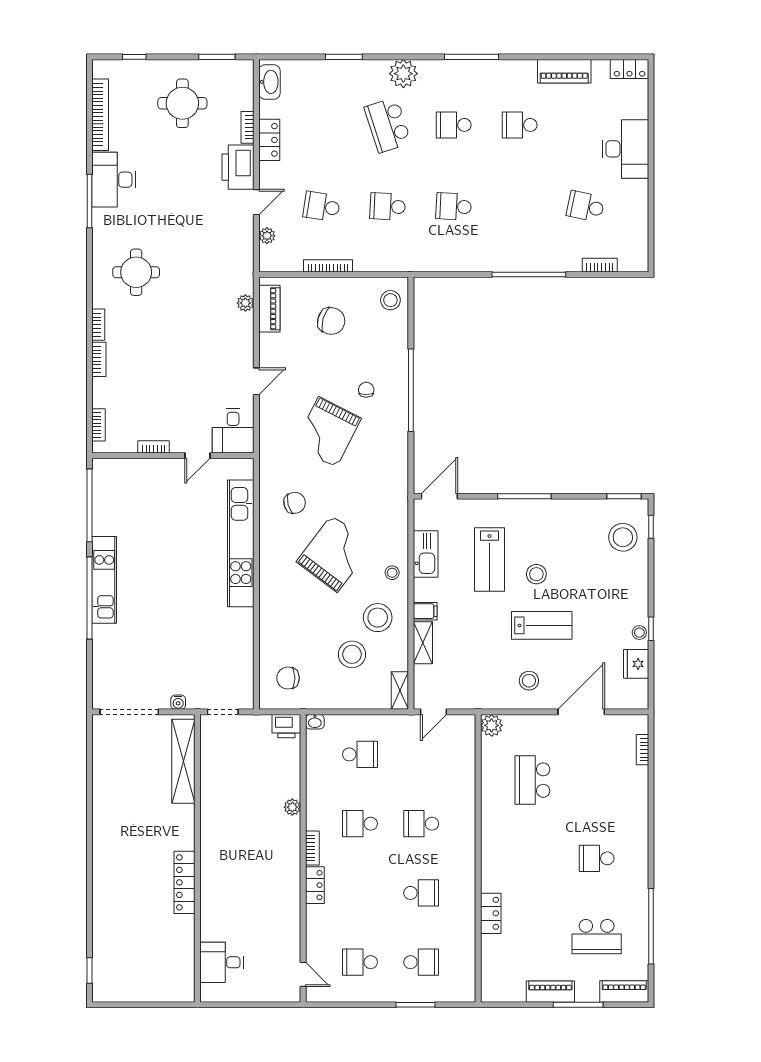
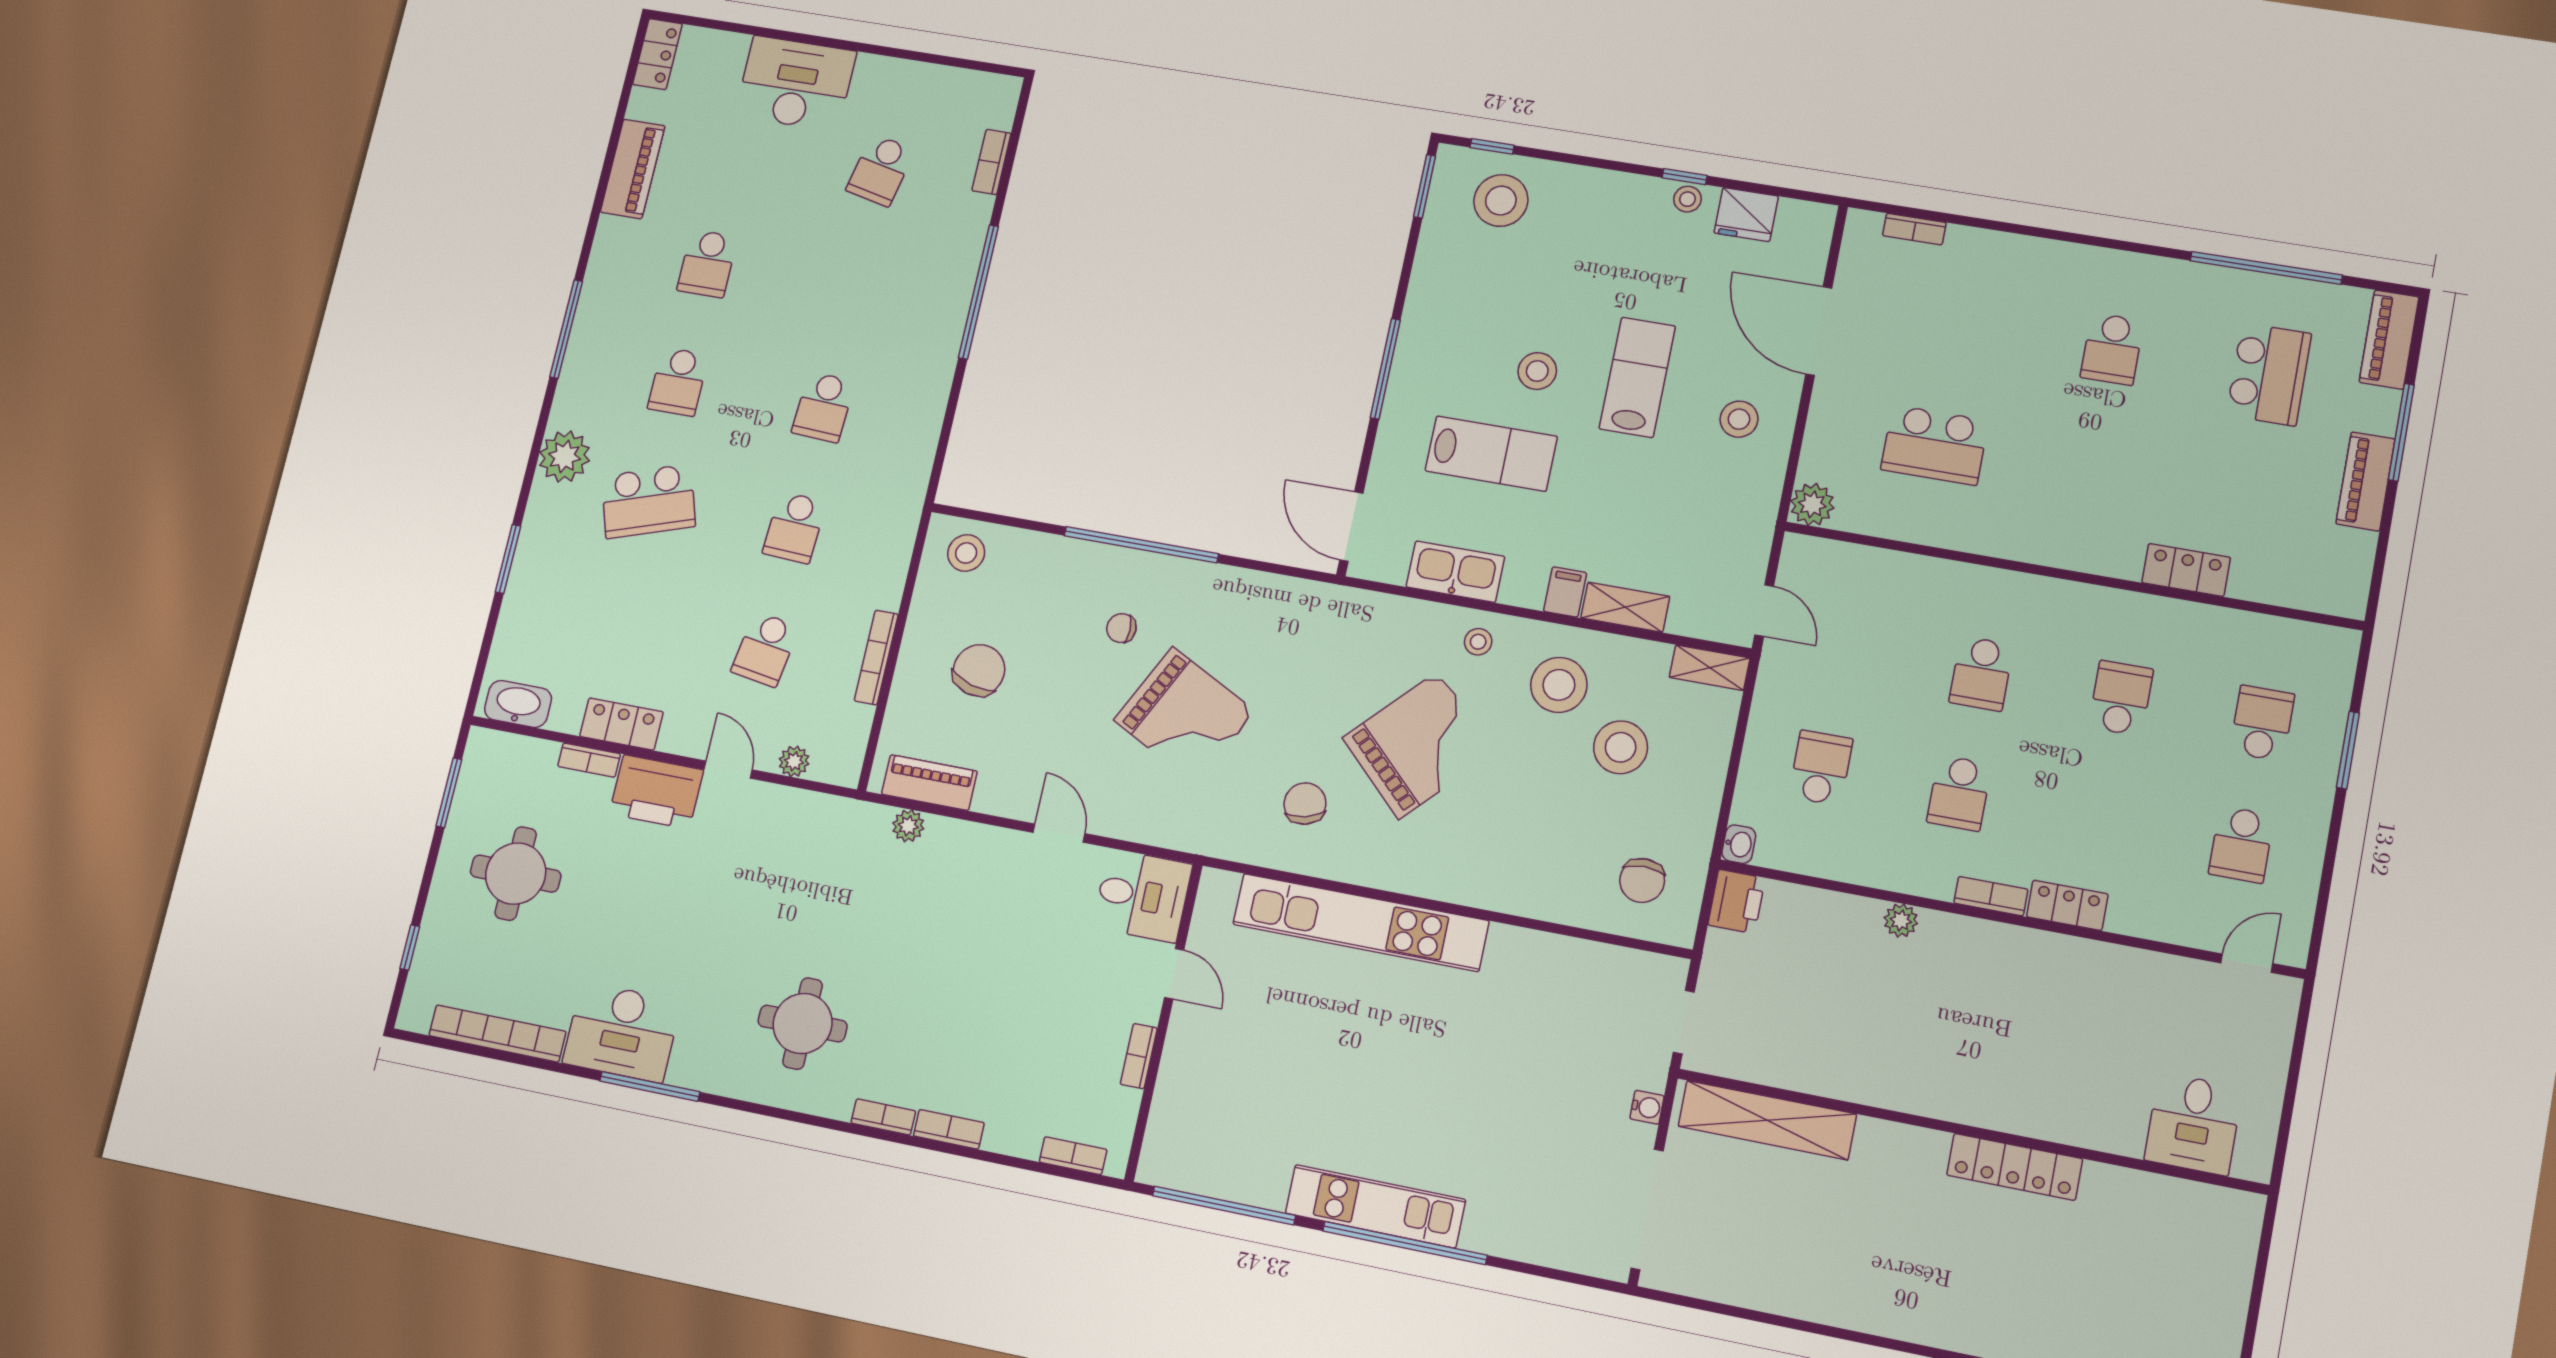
grand piano: (335, 554) -> (1418, 745), turned 97

